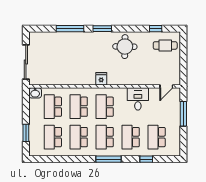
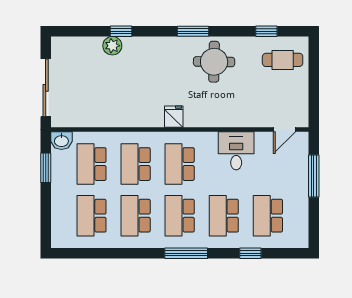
window: (70, 29) -> (121, 31), width x0.46
window: (102, 29) -> (193, 31), moved
plant: (65, 37) -> (112, 46), added
window: (26, 133) -> (46, 168), moved

